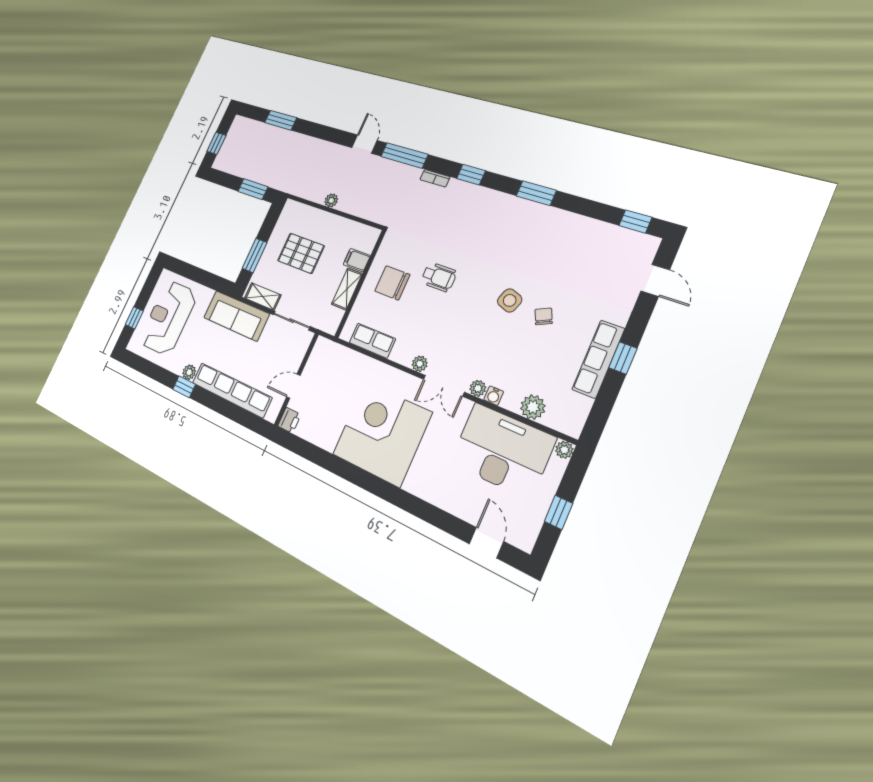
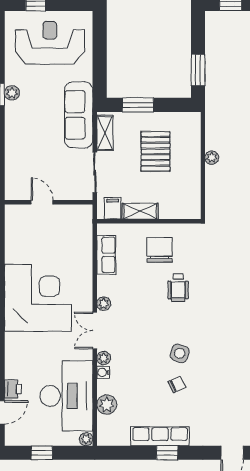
filing cabinet: (357, 260) -> (113, 208), moved
row of seats: (232, 390) -> (15, 145), removed
printer: (289, 420) -> (13, 389), moved, turned -90

